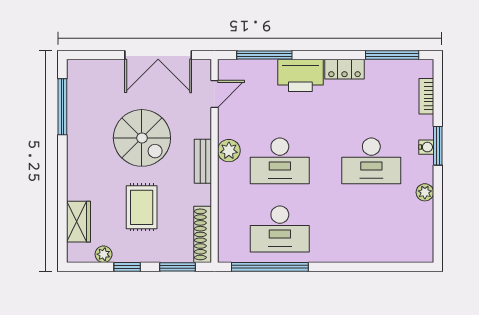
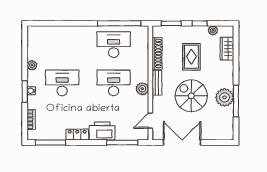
window: (62, 107) -> (236, 101), moved
plant: (83, 135) -> (225, 97), added
shoe rack: (203, 234) -> (157, 53), moved

